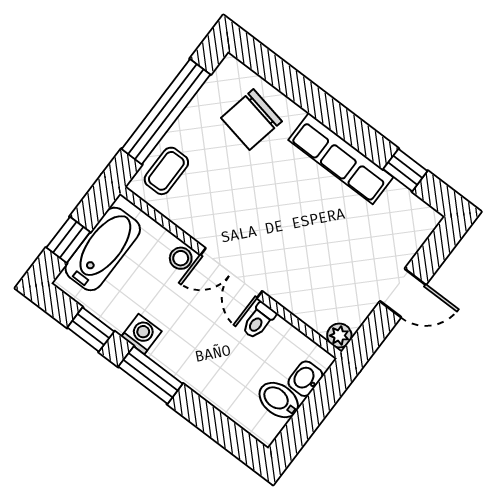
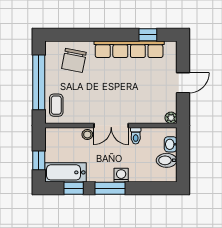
row of seats: (341, 159) -> (129, 49), width x1.36
bathtub: (103, 249) -> (66, 172), moved, turned -90
washing machine: (141, 334) -> (121, 175), moved

